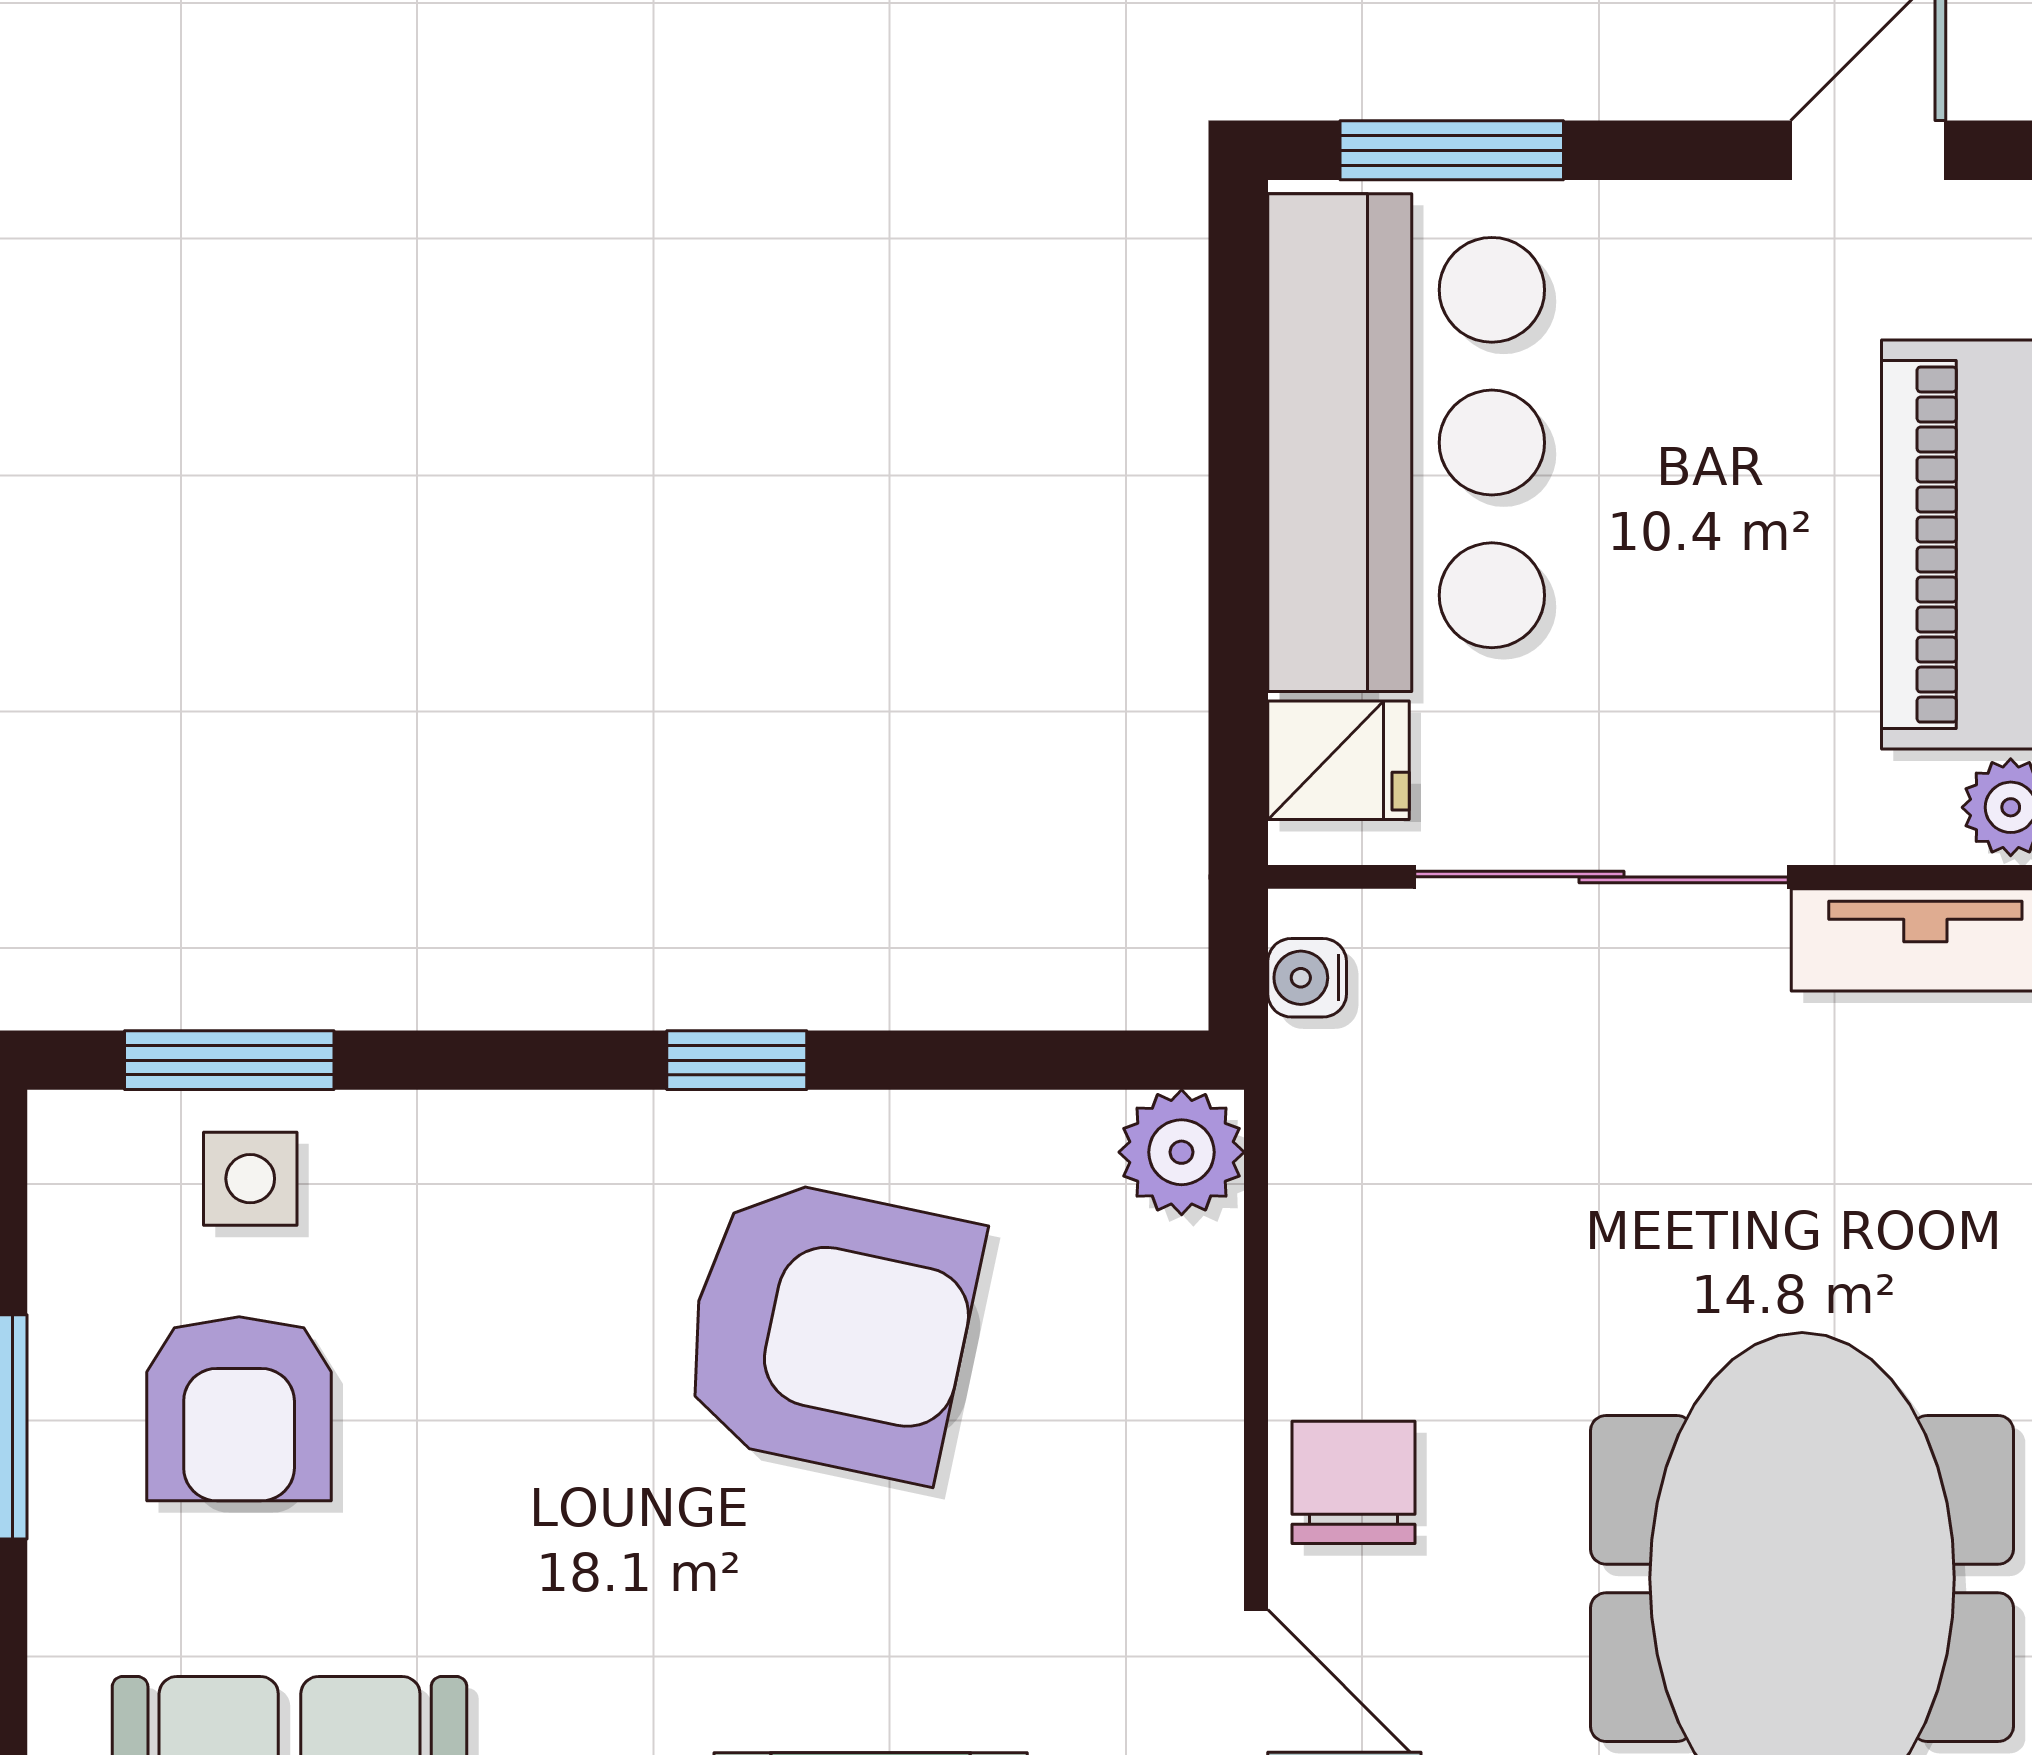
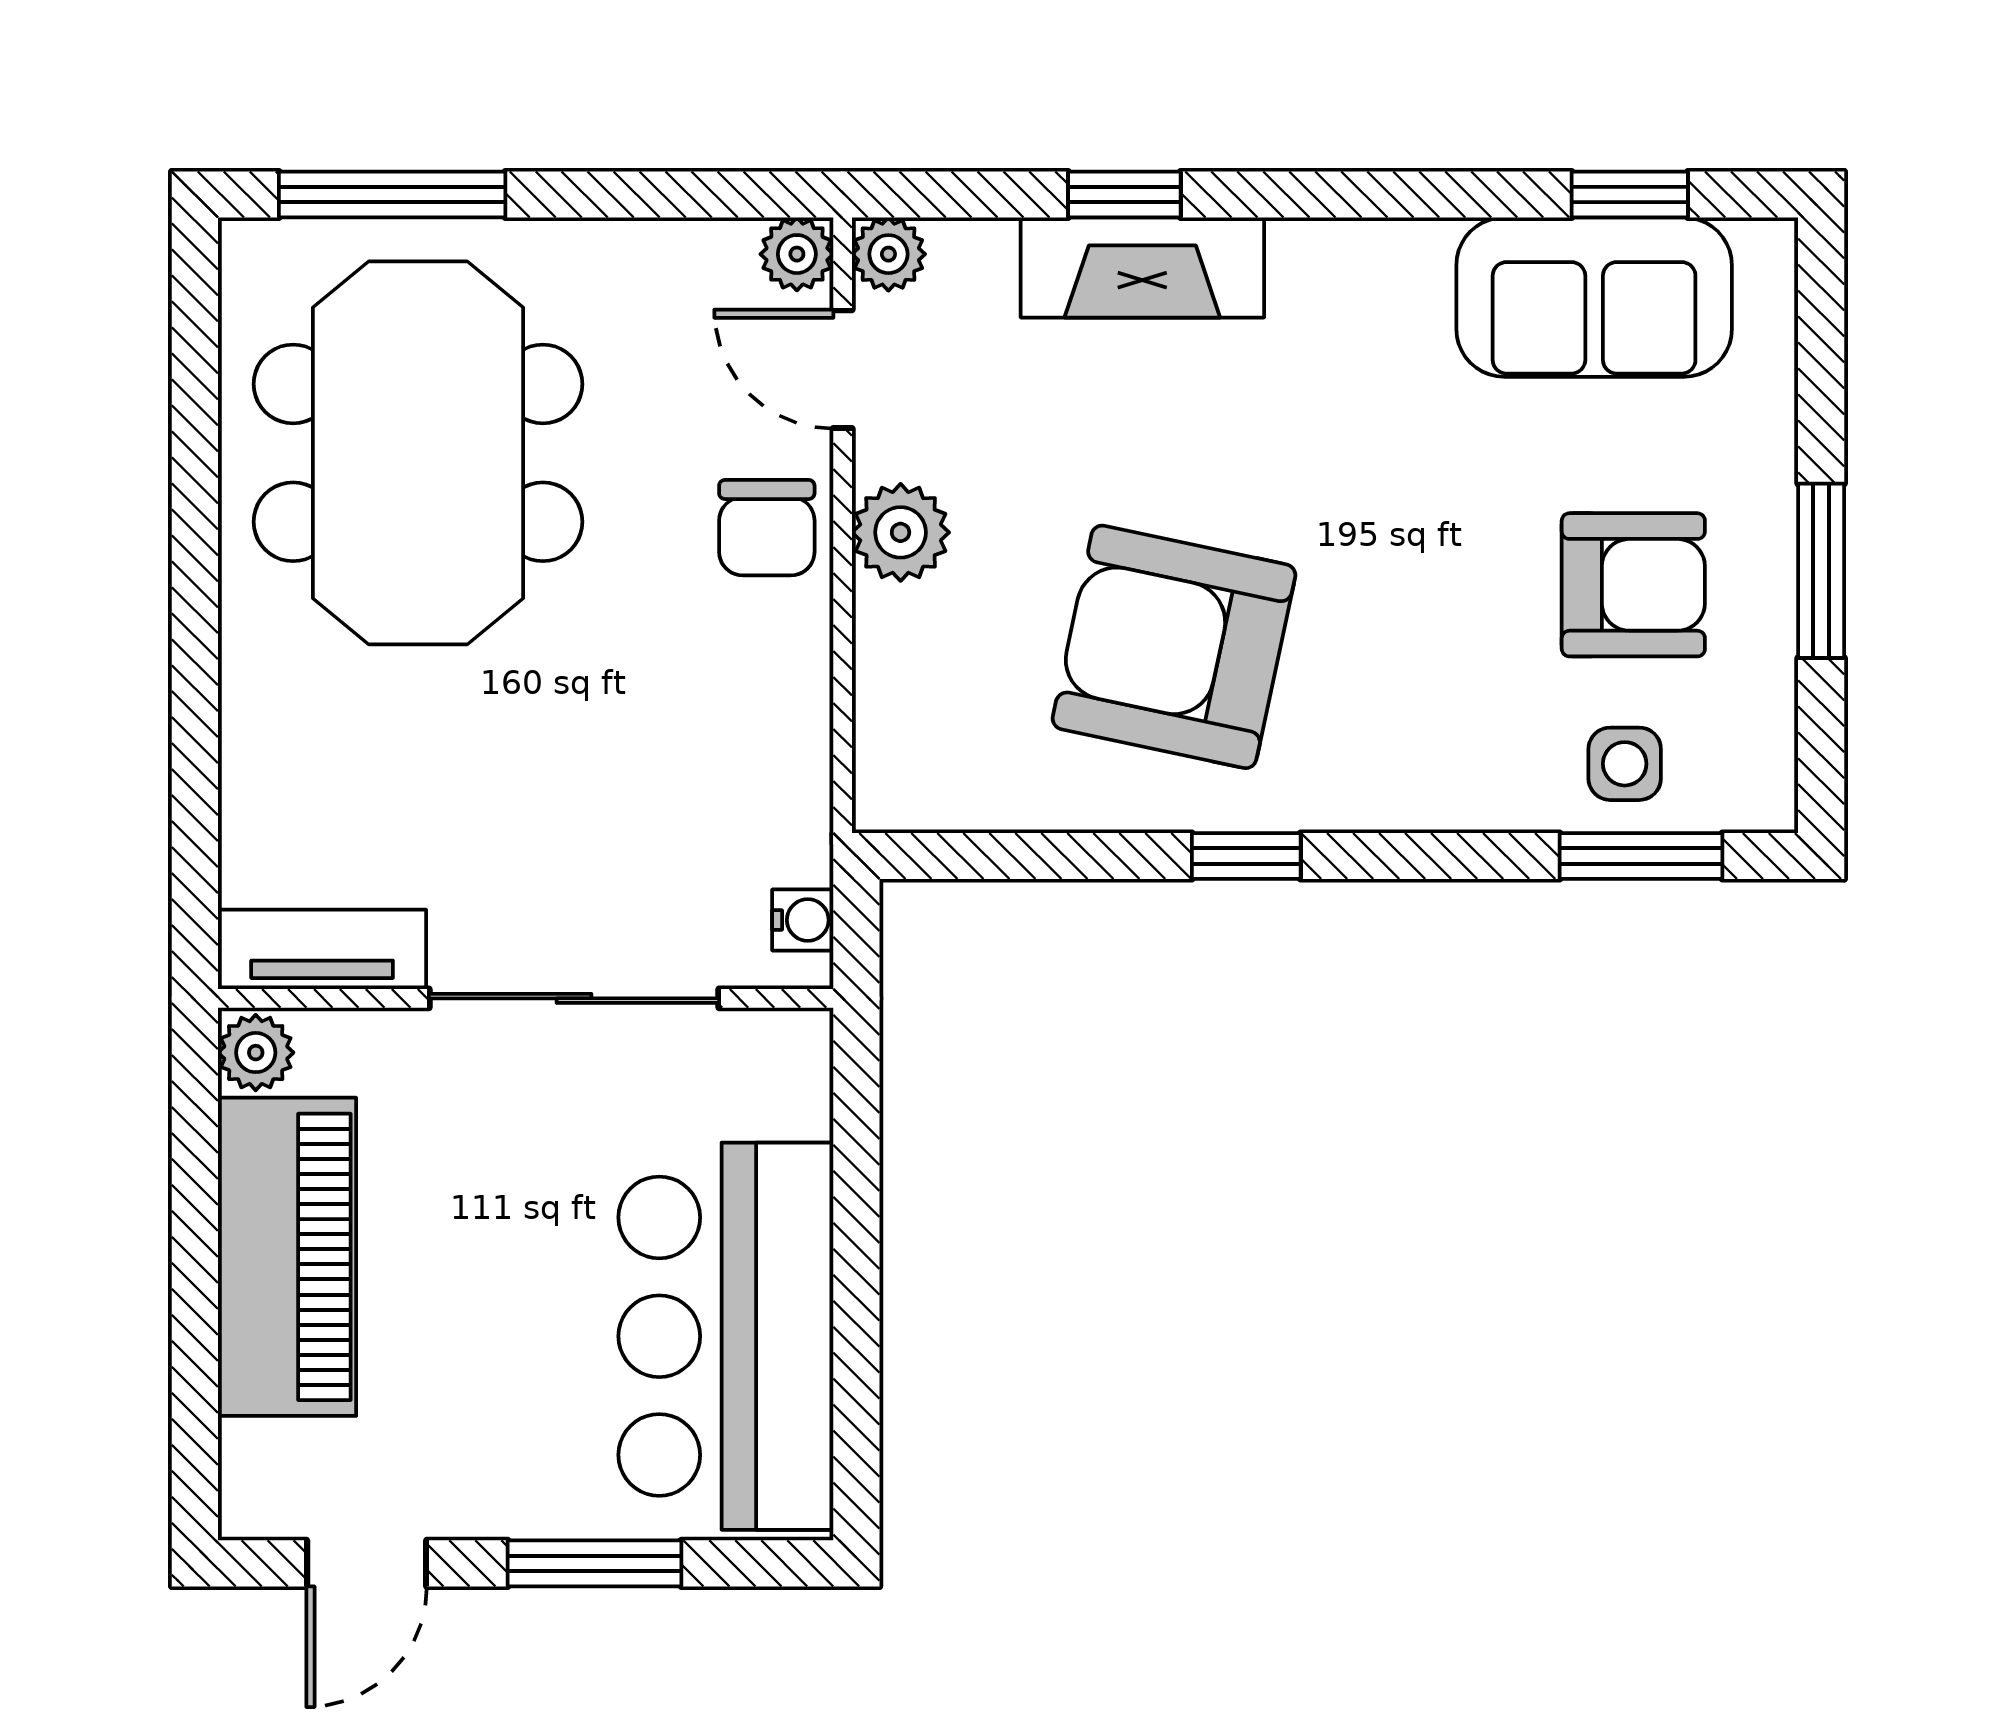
window: (1452, 150) -> (595, 1563), moved
fridge: (1338, 760) -> (779, 1089), removed
plant: (1182, 1152) -> (901, 532), moved
armchair: (239, 1409) -> (1633, 585), turned 90

